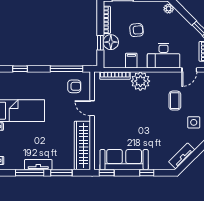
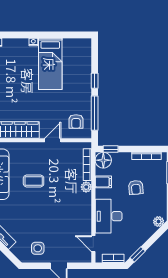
floor lamp: (111, 42) -> (103, 160), moved
window: (100, 43) -> (111, 149), moved
window: (20, 69) -> (95, 81), moved
plant: (140, 81) -> (86, 187), width x0.53, depth x0.53
coffee table: (175, 101) -> (34, 181), moved

